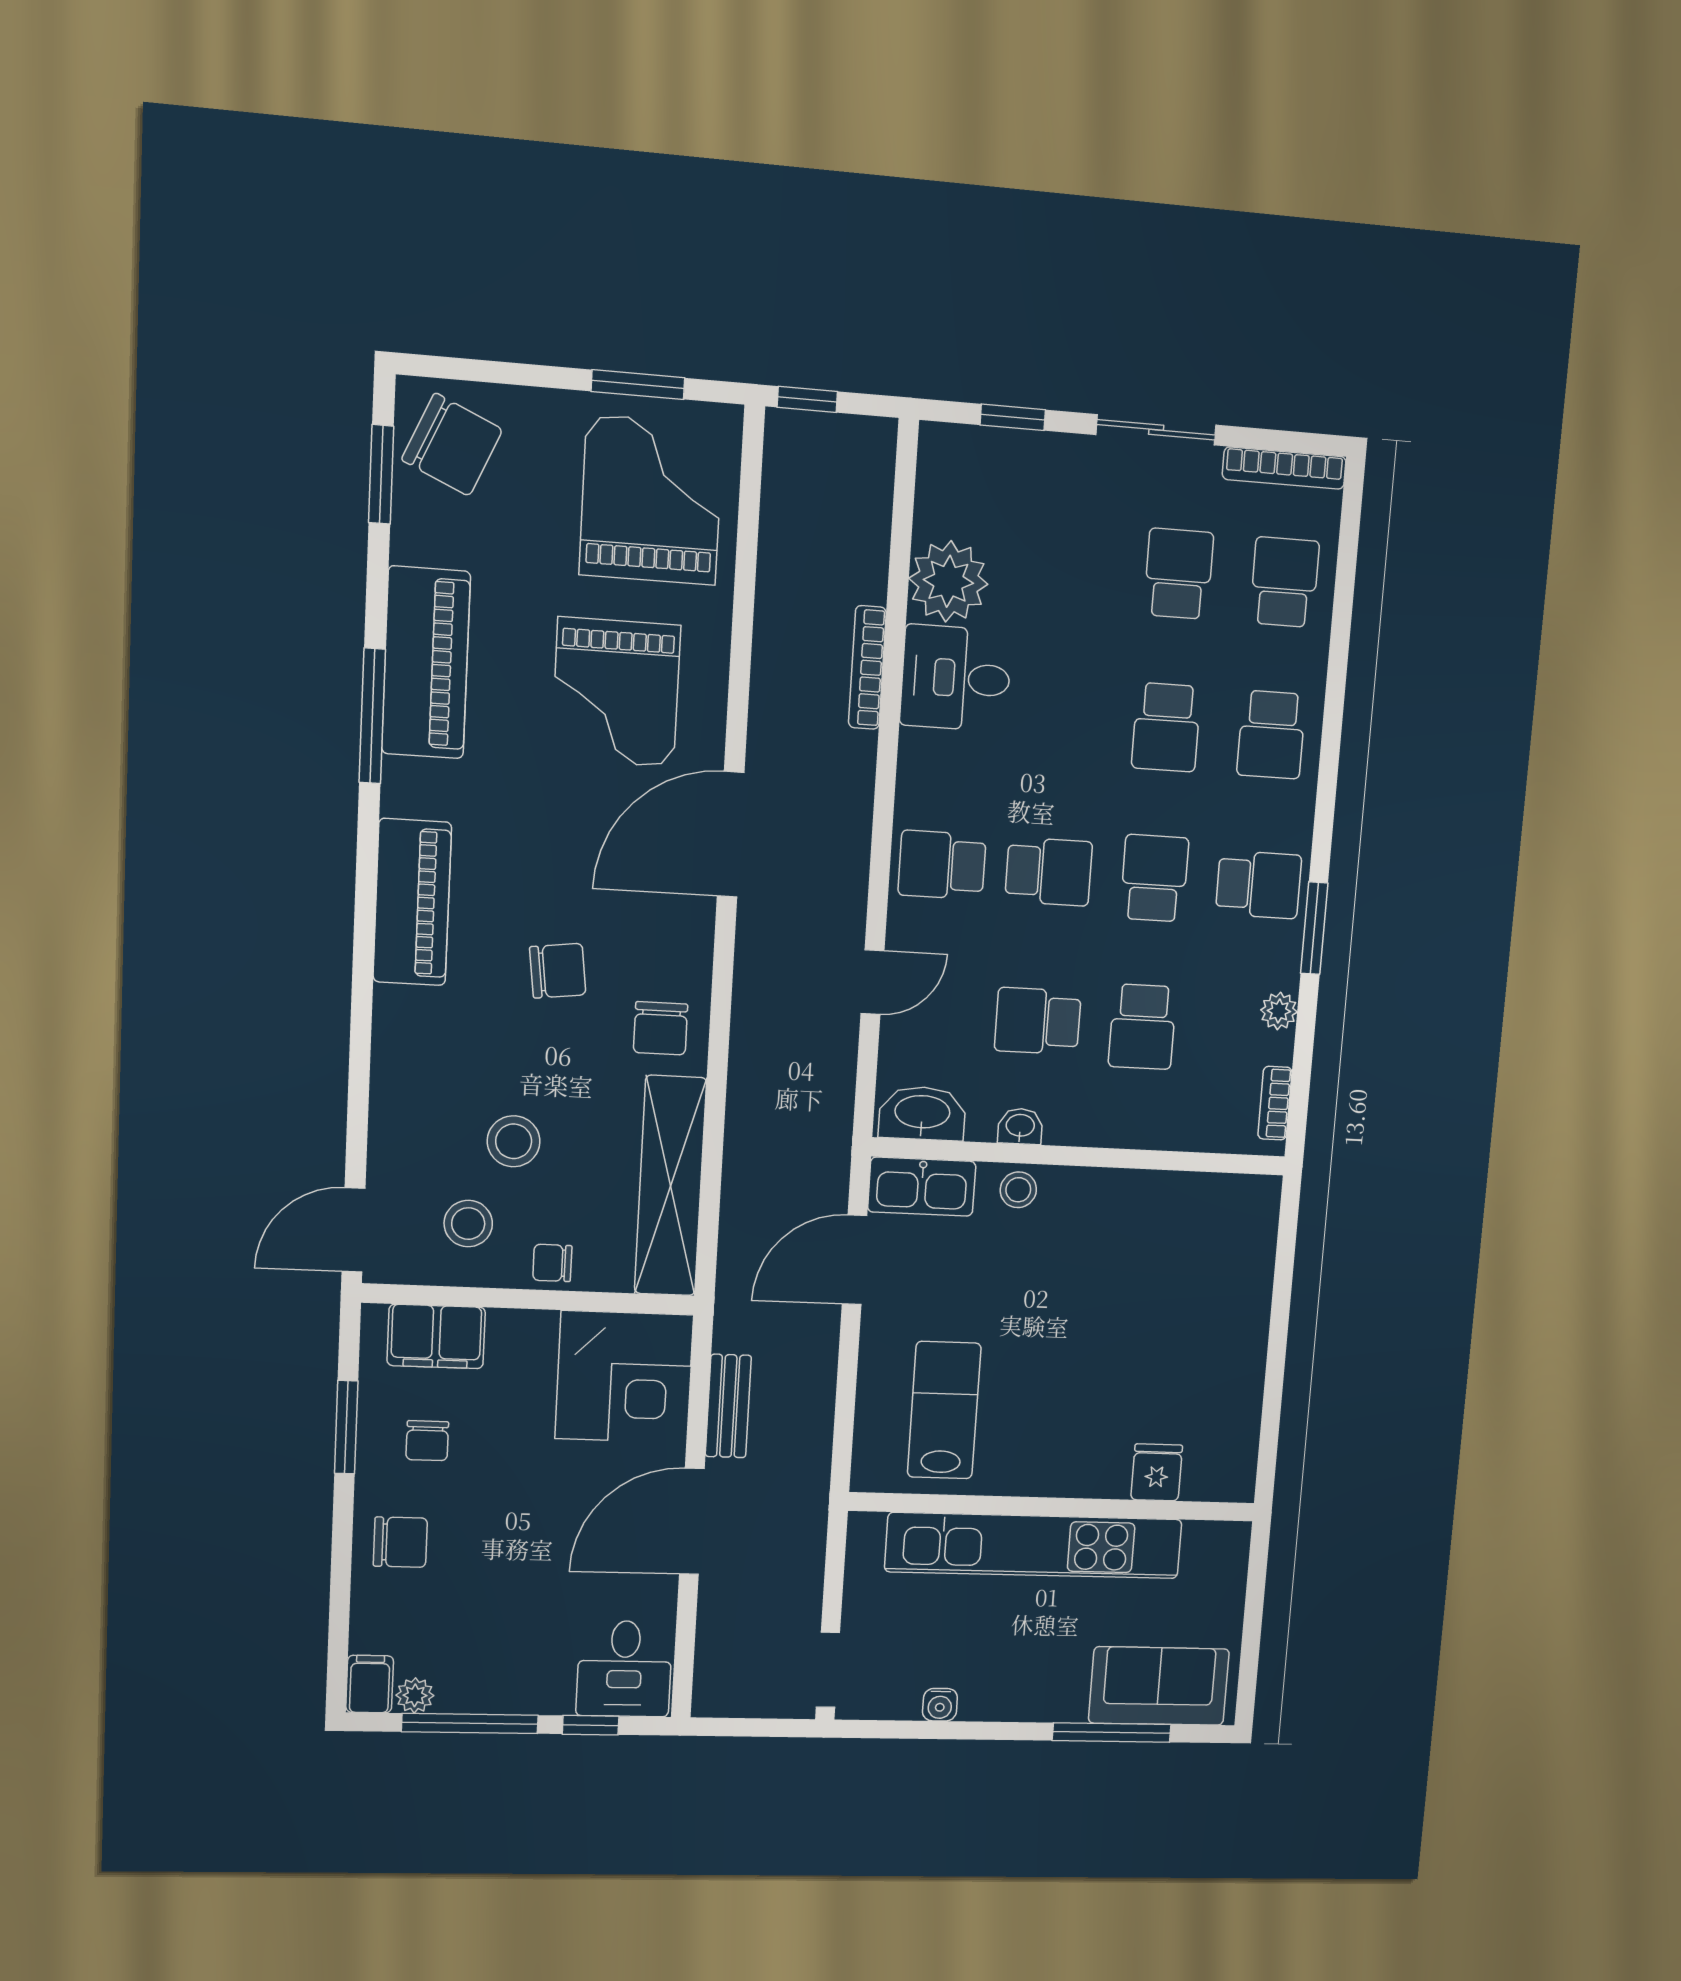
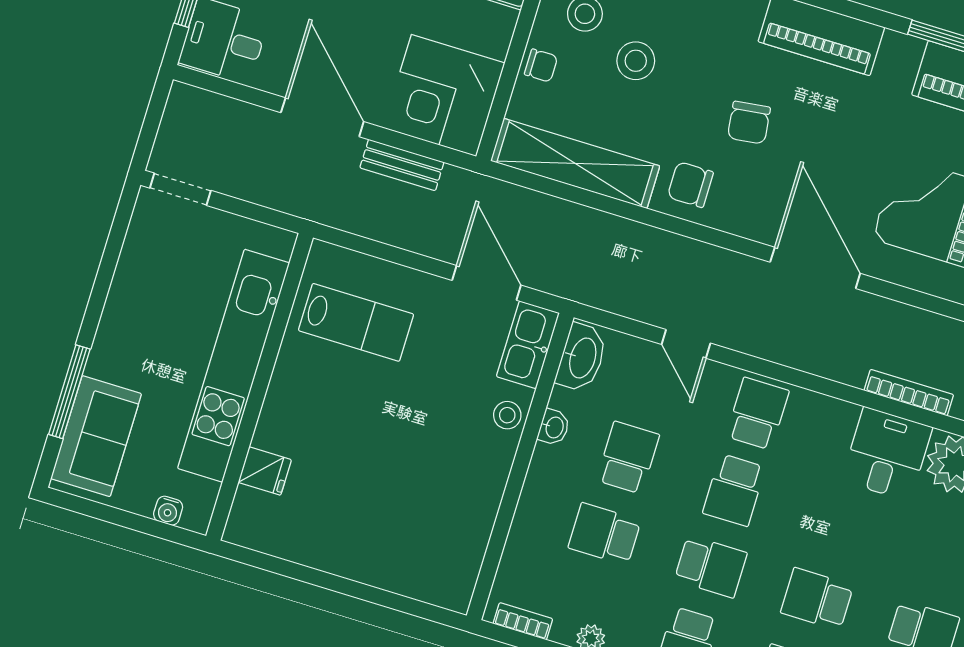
chair: (552, 1263) -> (541, 66), turned 90
water cooler: (940, 1705) -> (168, 511), moved, turned -90

